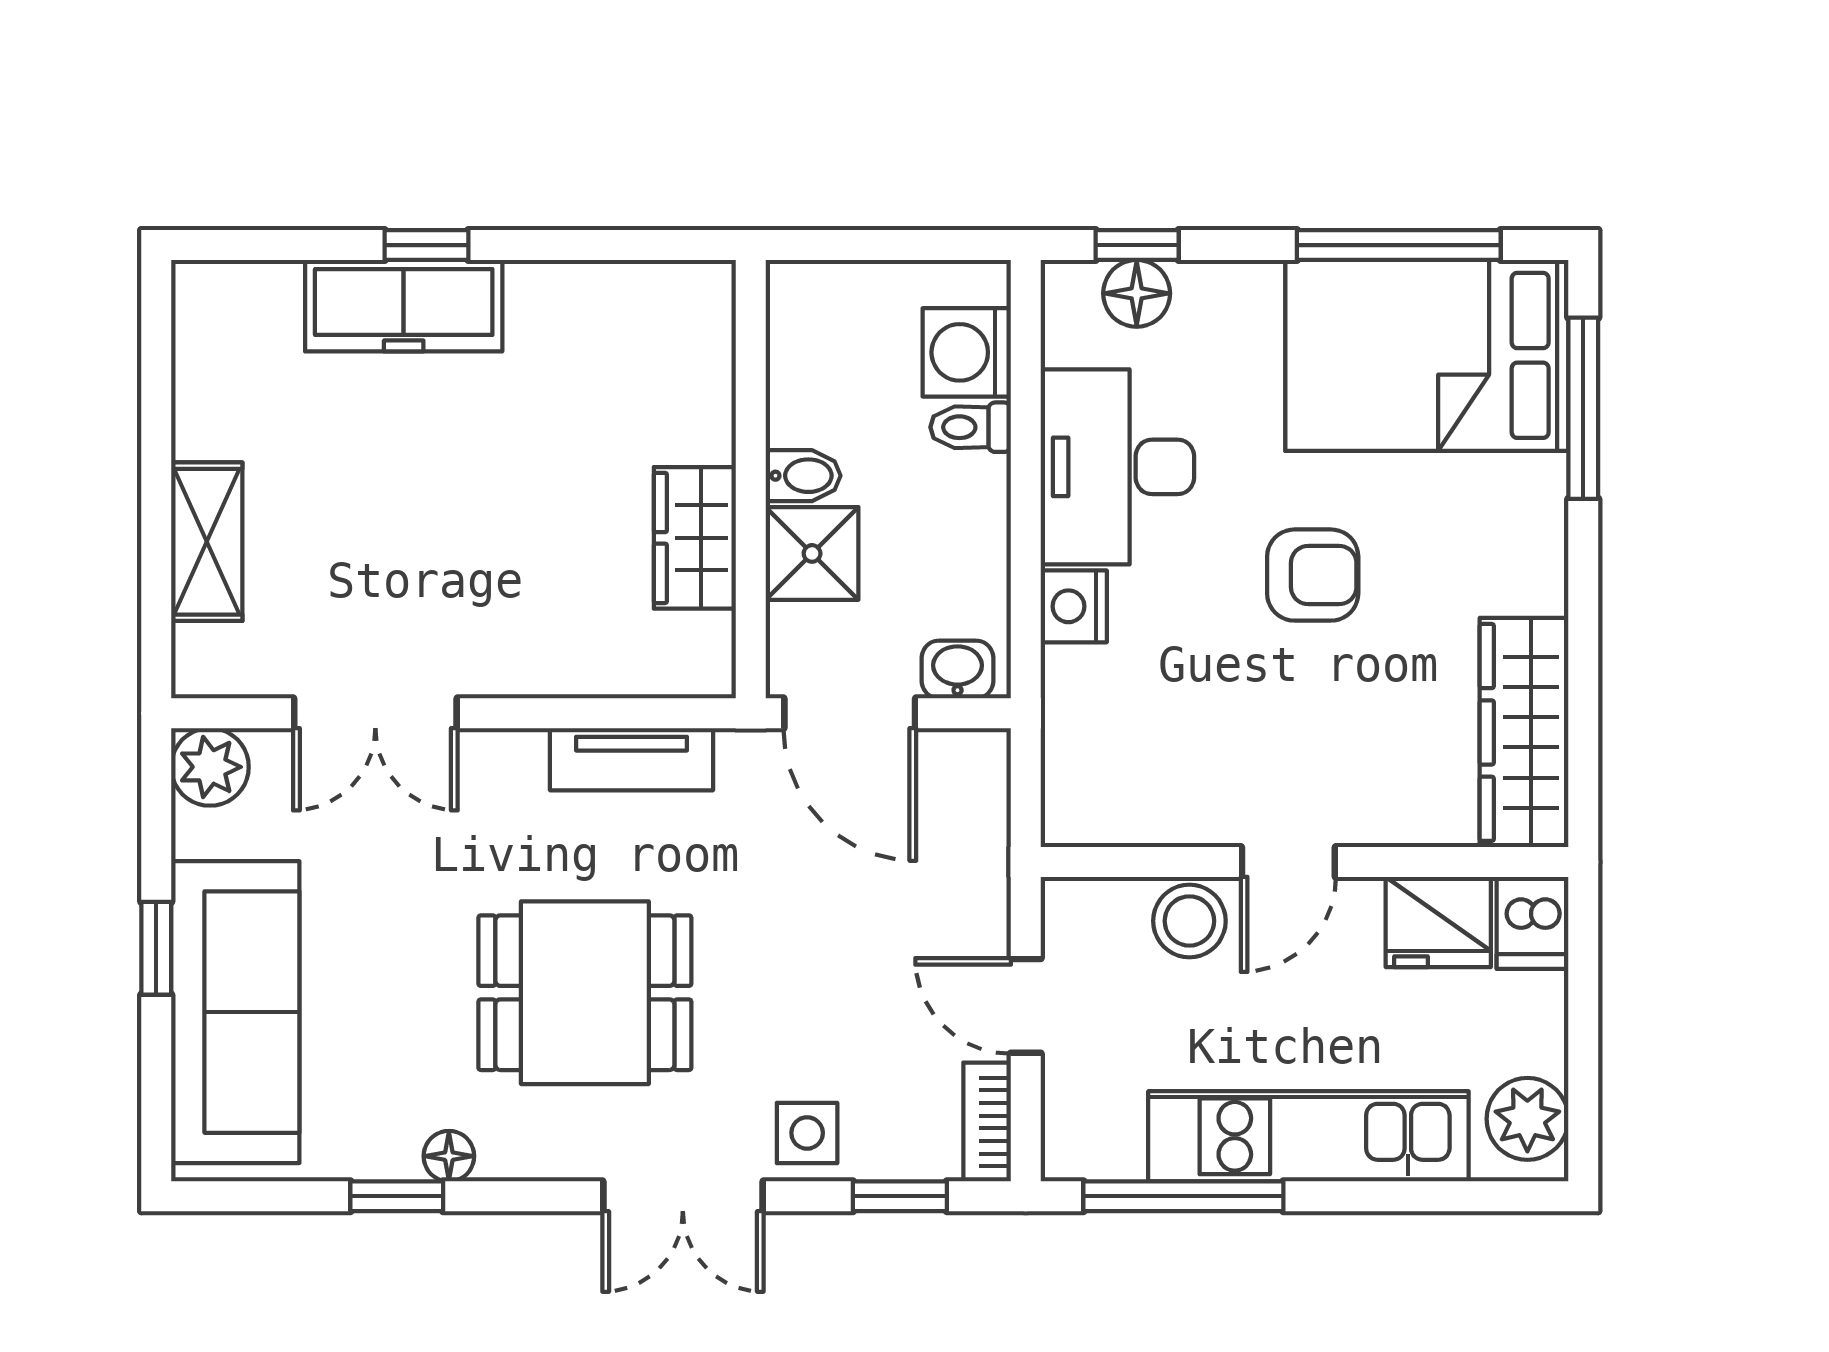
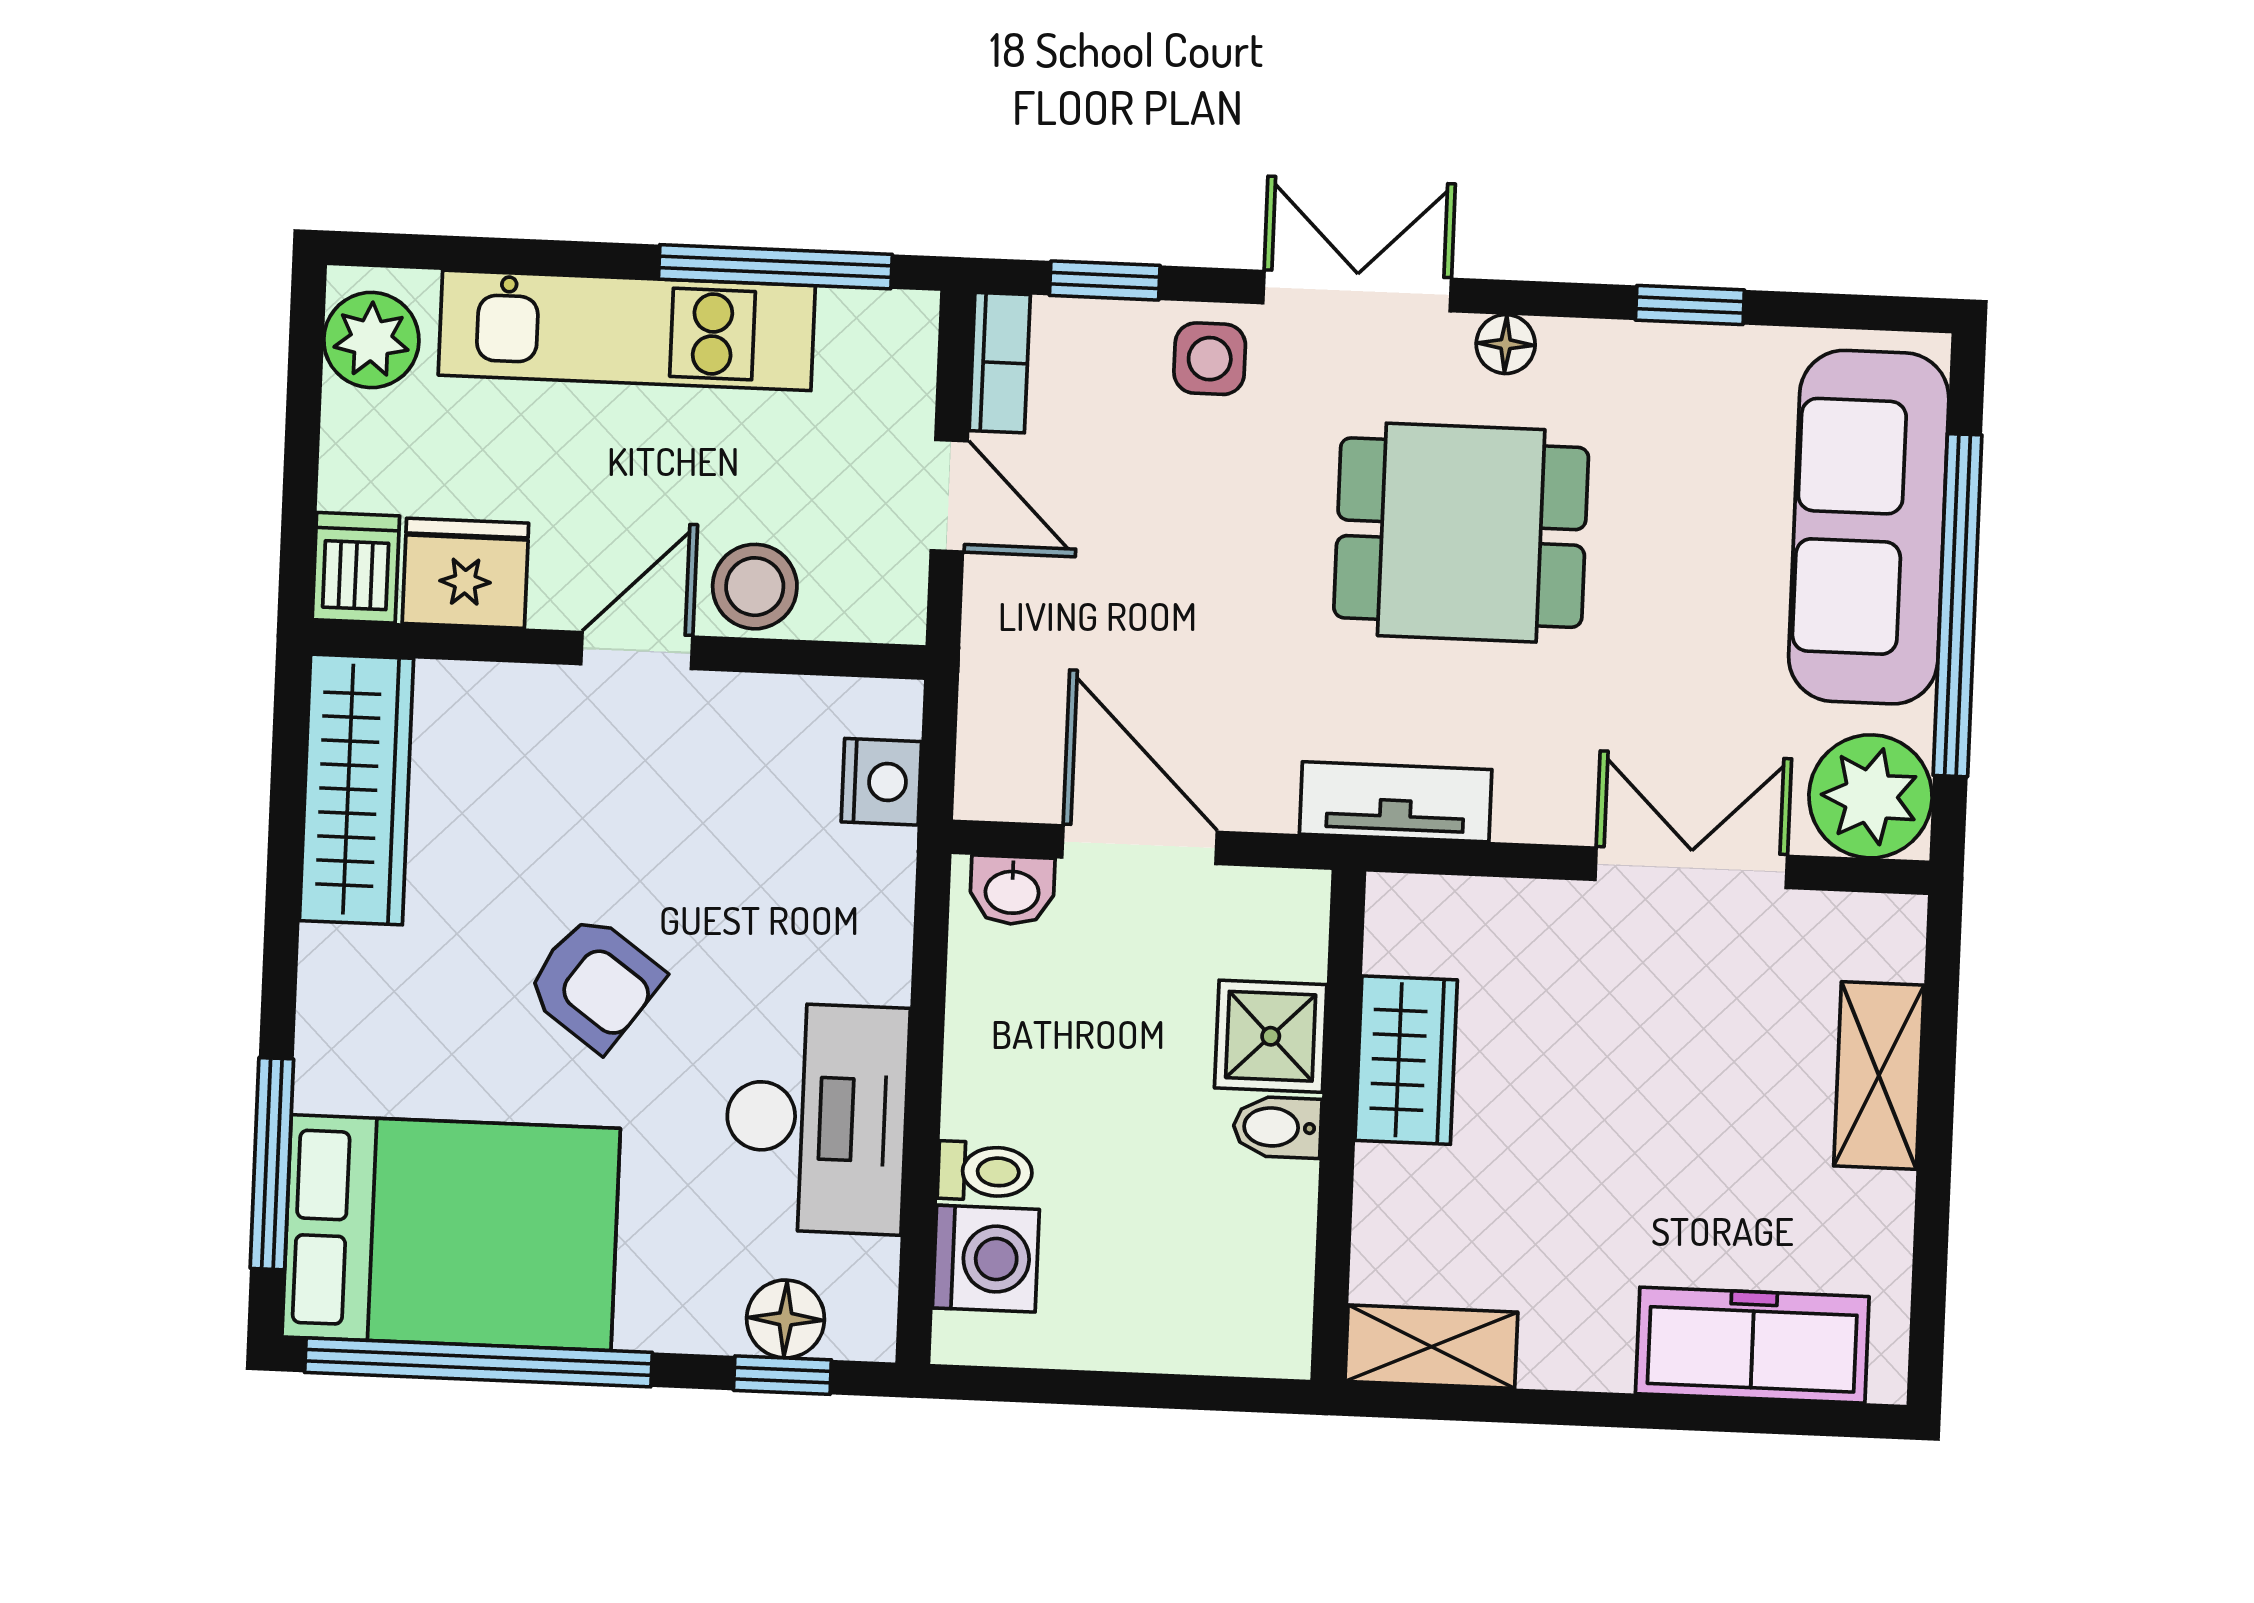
window: (427, 245) -> (1609, 1410), removed
window: (1399, 245) -> (478, 1362), width x1.46
shelving: (581, 293) -> (1431, 1347), added
freezer: (404, 306) -> (1752, 1345), moved
bidet: (803, 476) -> (1277, 1127), moved
wall: (751, 479) -> (1338, 1126), moved
wardrobe: (695, 538) -> (1406, 1060), moved
shower: (812, 553) -> (1271, 1036), moved
armchair: (1313, 575) -> (594, 983), turned -144
nightstand: (1074, 606) -> (881, 782), moved
plant: (210, 767) -> (1870, 796), width x1.36, depth x1.36
window: (156, 948) -> (1957, 605), width x3.17
floor lamp: (449, 1156) -> (1506, 344), moved

